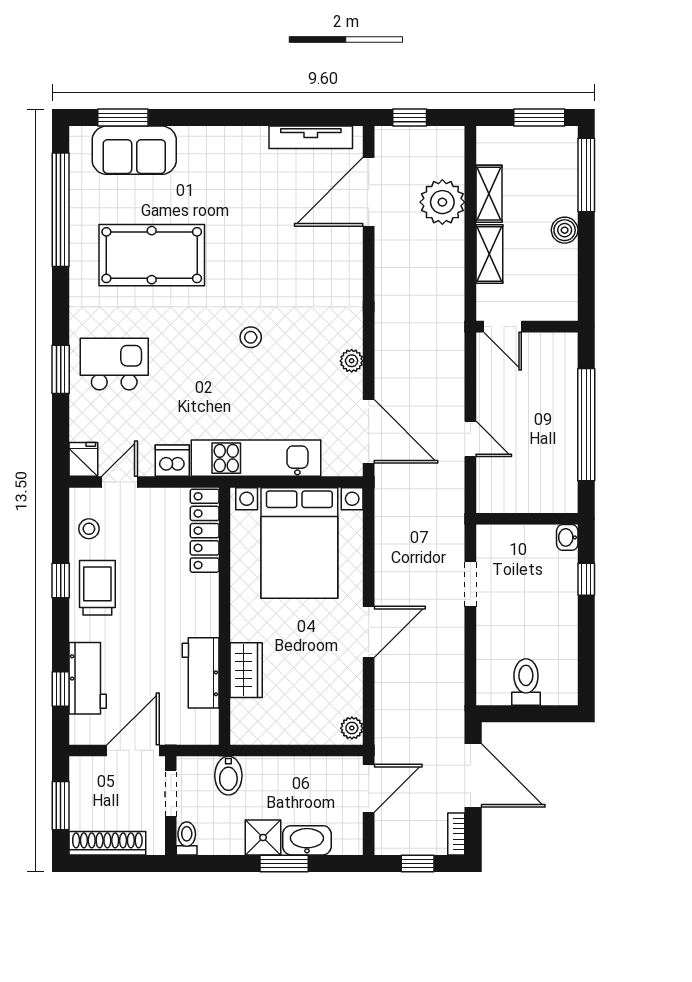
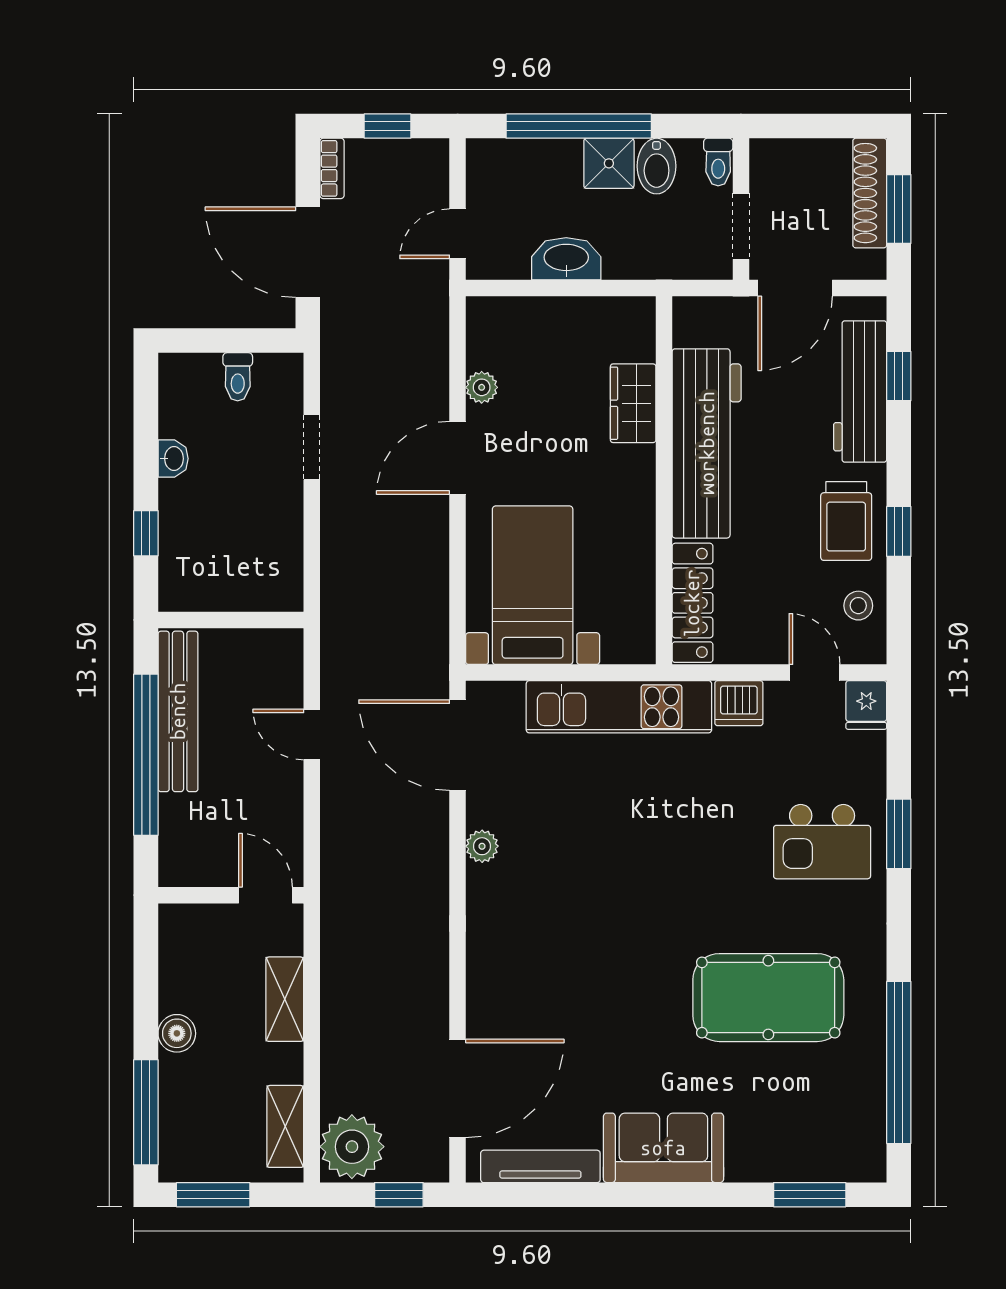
sofa: (134, 150) -> (663, 1148), moved
shelving: (489, 194) -> (285, 1126), moved
plant: (442, 202) -> (352, 1147), moved
stool: (251, 337) -> (626, 880), removed
bench: (564, 455) -> (178, 711), added
door: (119, 482) -> (814, 673), swing flipped
washbasin: (567, 537) -> (173, 459), moved
bed with nightstands: (299, 543) -> (533, 585), width x0.73
doorway: (470, 584) -> (312, 447), moved
workbench: (201, 673) -> (707, 443), width x1.88, depth x1.32
workbench: (88, 678) -> (860, 391), width x1.38
toilet: (526, 682) -> (238, 377), width x0.73, depth x0.72
plant: (352, 728) -> (482, 387), moved
bidet: (228, 776) -> (657, 166), moved, turned 180
door: (369, 788) -> (458, 234), width x0.73
washbasin: (307, 840) -> (566, 259), moved, turned 180
shoe rack: (107, 843) -> (870, 193), moved, turned 90
window: (284, 864) -> (579, 126), width x2.11

